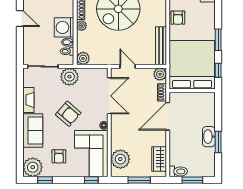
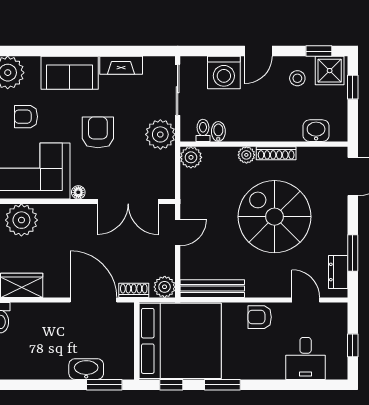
washing machine: (64, 27) -> (224, 73), moved, turned 180
armchair: (68, 114) -> (98, 132), turned 139
washbasin: (209, 137) -> (86, 369), moved
window: (218, 142) -> (104, 385), moved

